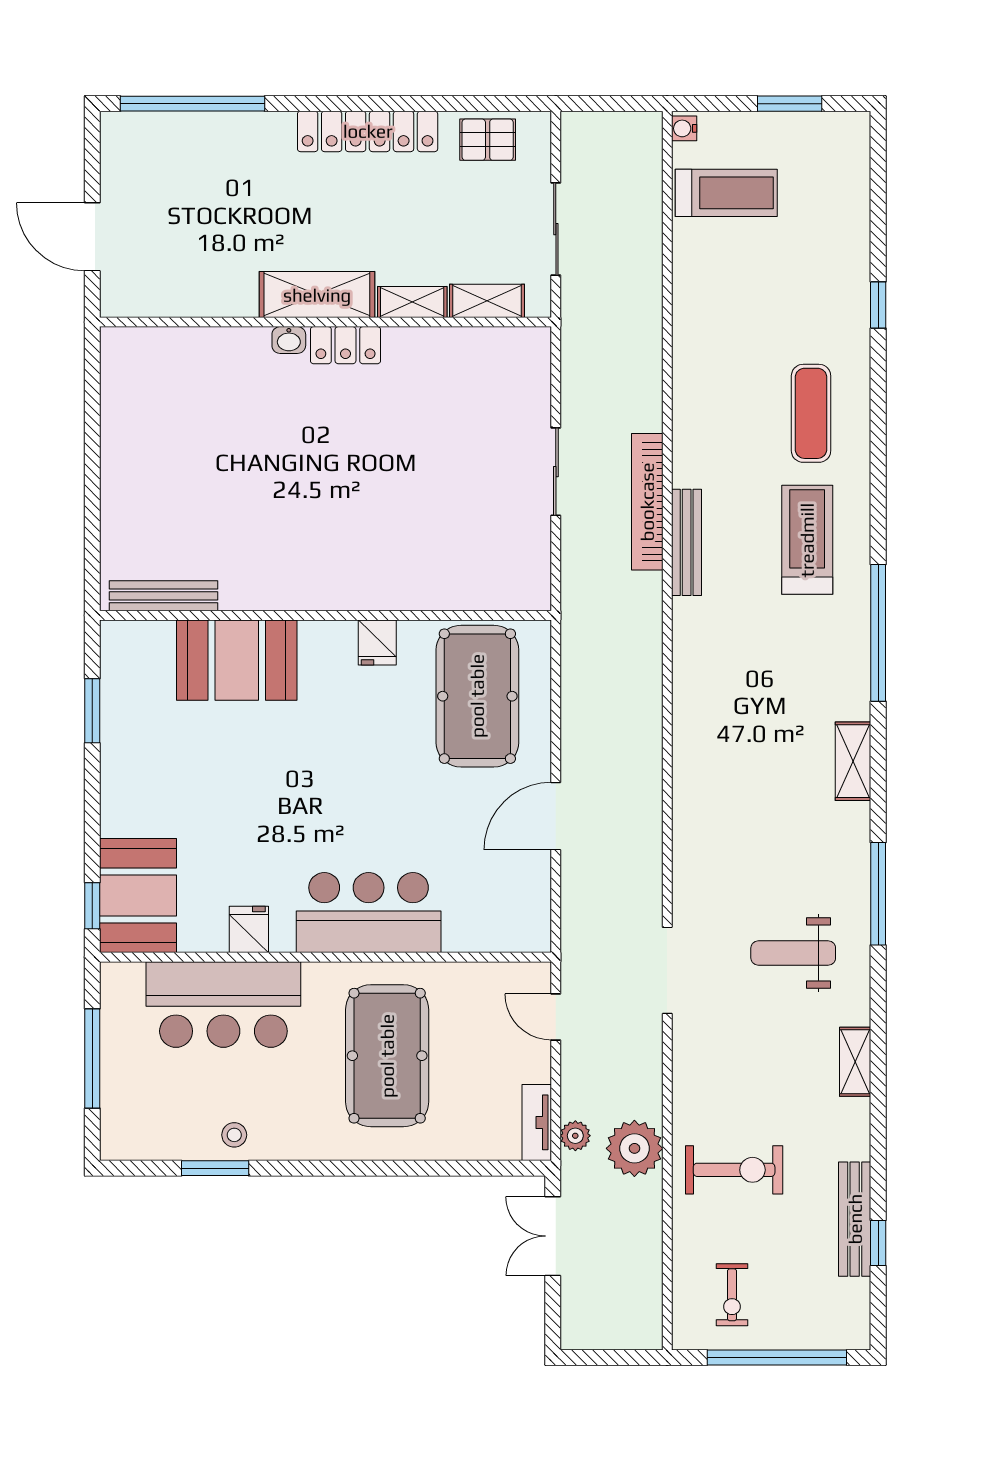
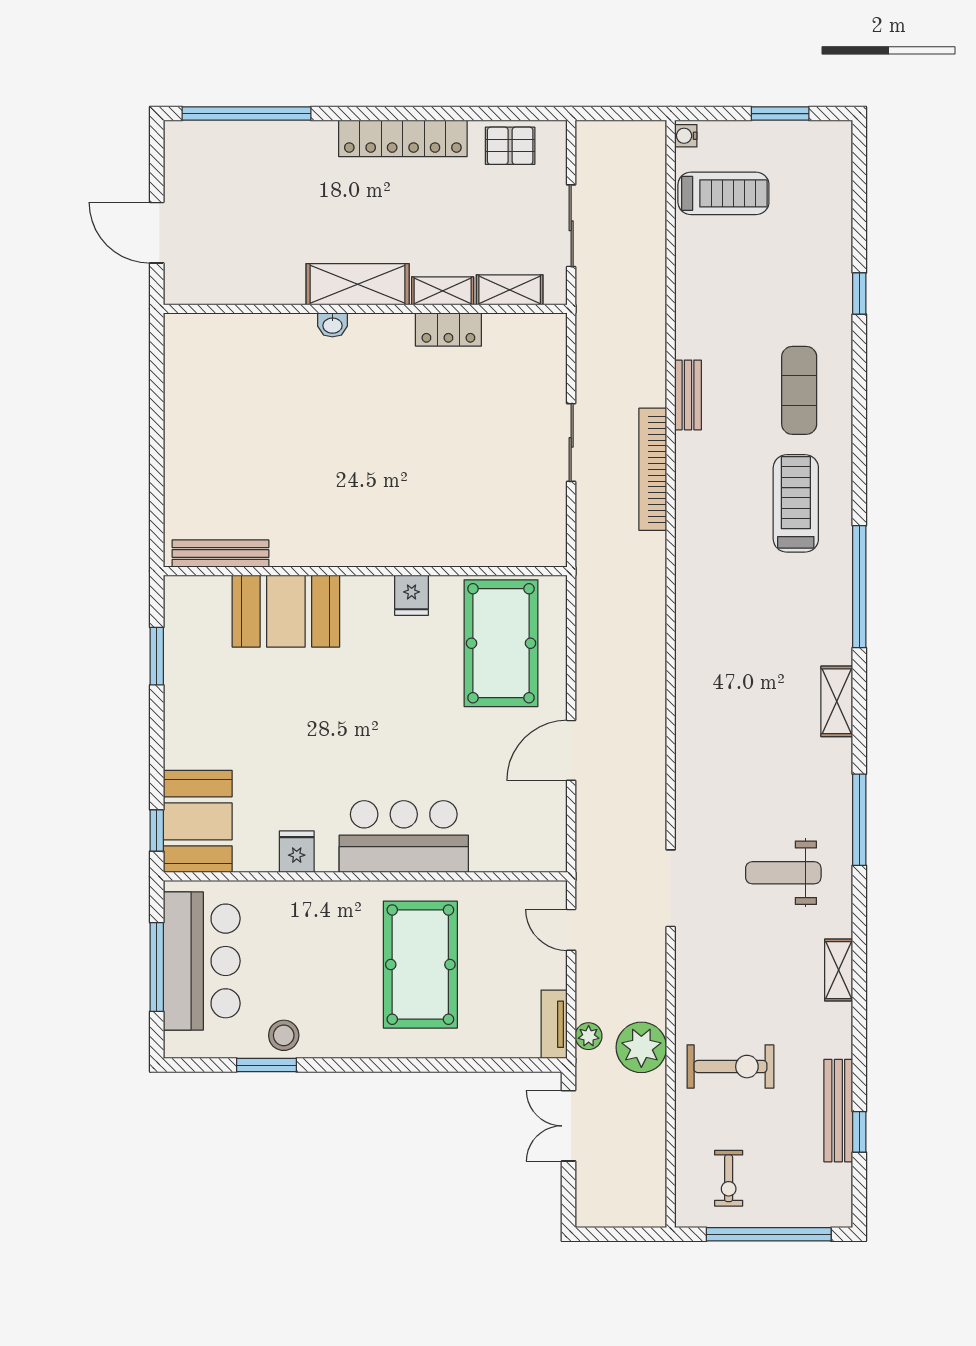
locker: (345, 345) -> (448, 329), moved
bench: (687, 542) -> (688, 395), moved, width x0.73
bar counter: (223, 1005) -> (202, 961), moved, turned -90
stool: (234, 1135) -> (284, 1035), width x1.37, depth x1.37

